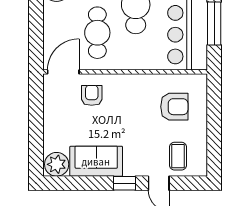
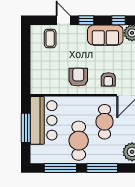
armchair: (174, 107) -> (78, 77), moved, turned 90
window: (77, 183) -> (118, 20), added

